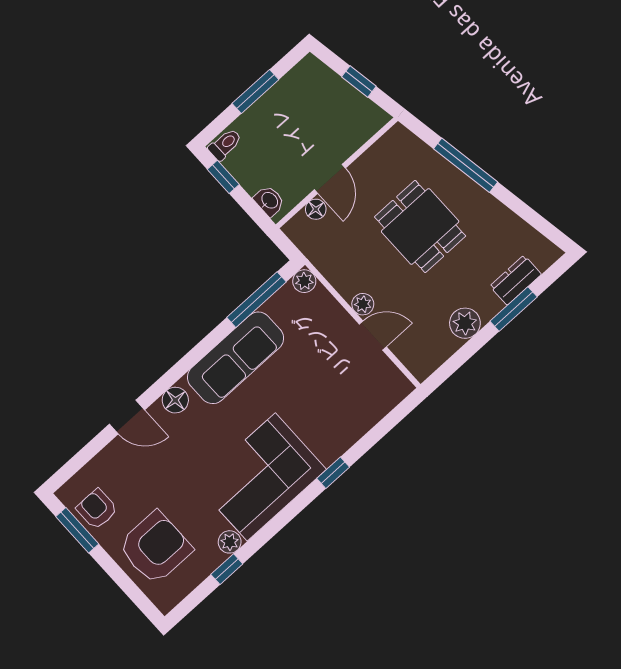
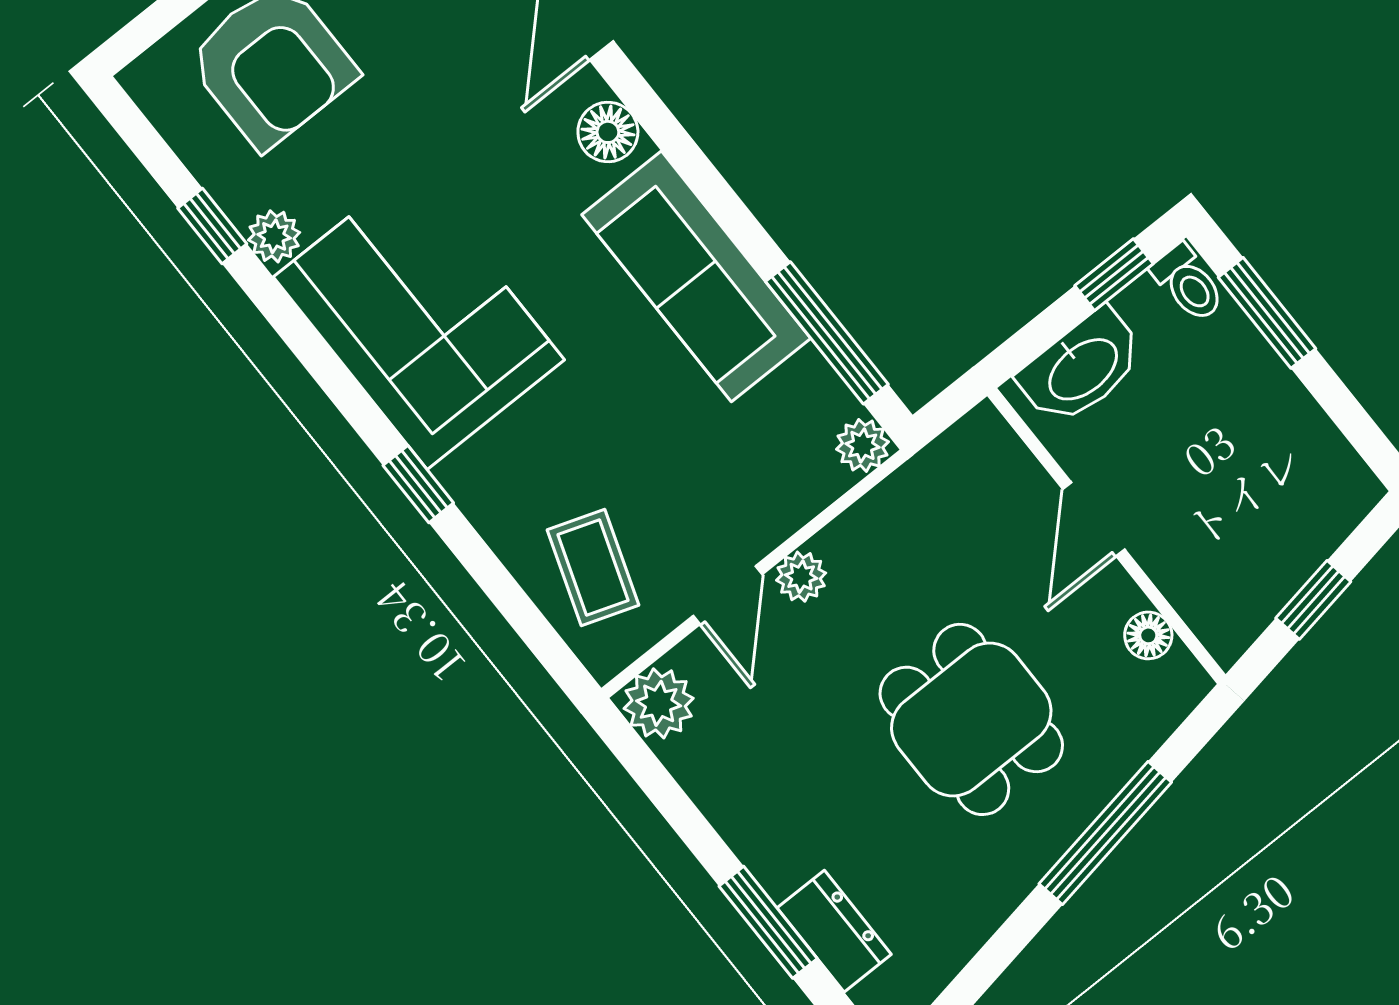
window: (255, 92) -> (1267, 313), moved
door: (330, 179) -> (1094, 519), hinge flipped
washbasin: (269, 201) -> (1082, 368), width x1.91, depth x1.45
floor lamp: (316, 209) -> (1148, 635), moved
dining table: (420, 226) -> (971, 719), turned 90
plant: (465, 323) -> (659, 703), moved
coffee table: (365, 395) -> (593, 568), added

